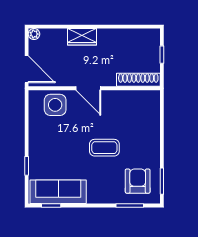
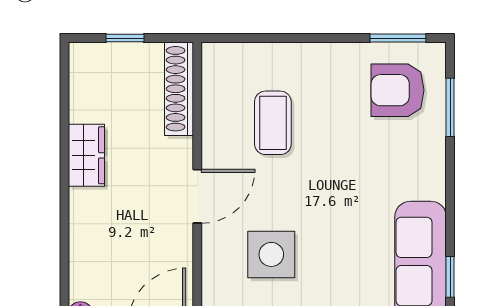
wardrobe: (82, 37) -> (86, 155), moved
side table: (55, 105) -> (271, 254), moved
coffee table: (104, 148) -> (273, 123), moved

